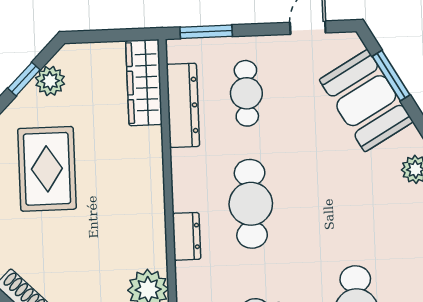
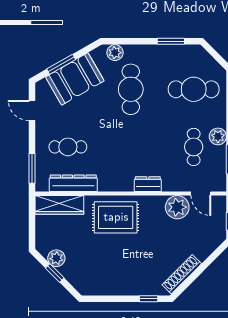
rug: (47, 169) -> (116, 217), moved
cafe table: (251, 204) -> (131, 89), moved, turned 90

